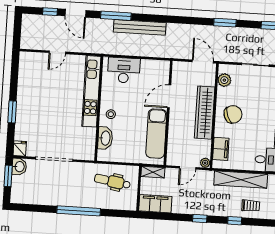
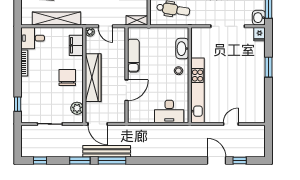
window: (116, 16) -> (112, 161), moved
bench: (140, 27) -> (107, 151), moved
chair: (233, 114) -> (67, 77), turned 111
exam couch: (156, 134) -> (133, 56), width x0.73, depth x0.69
door: (188, 168) -> (106, 26), swing flipped

